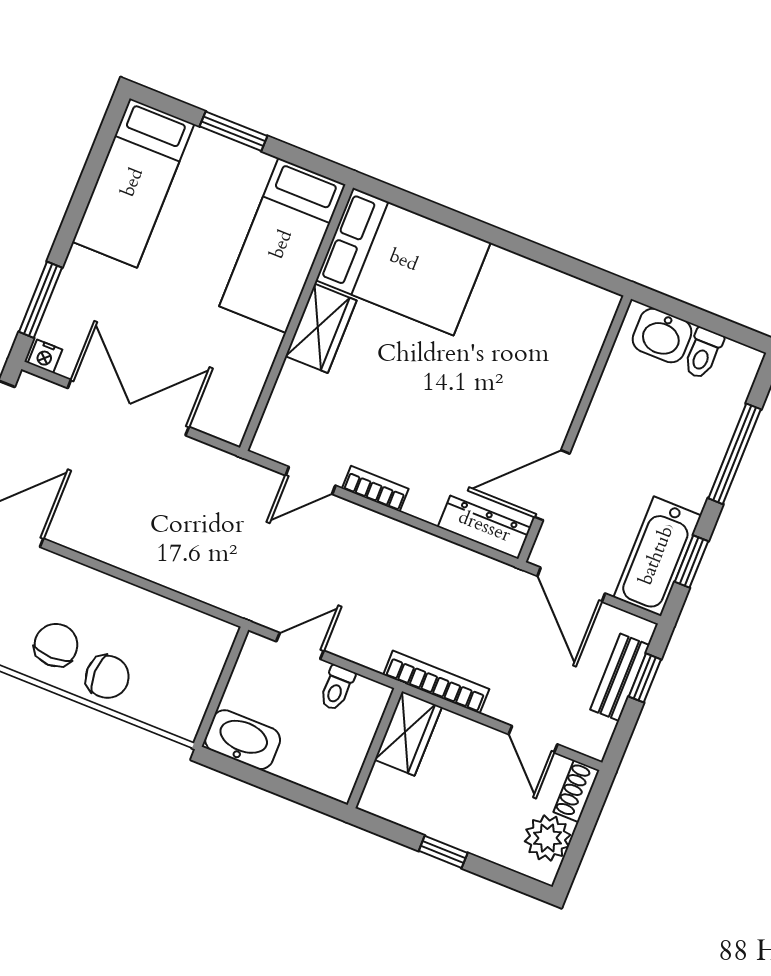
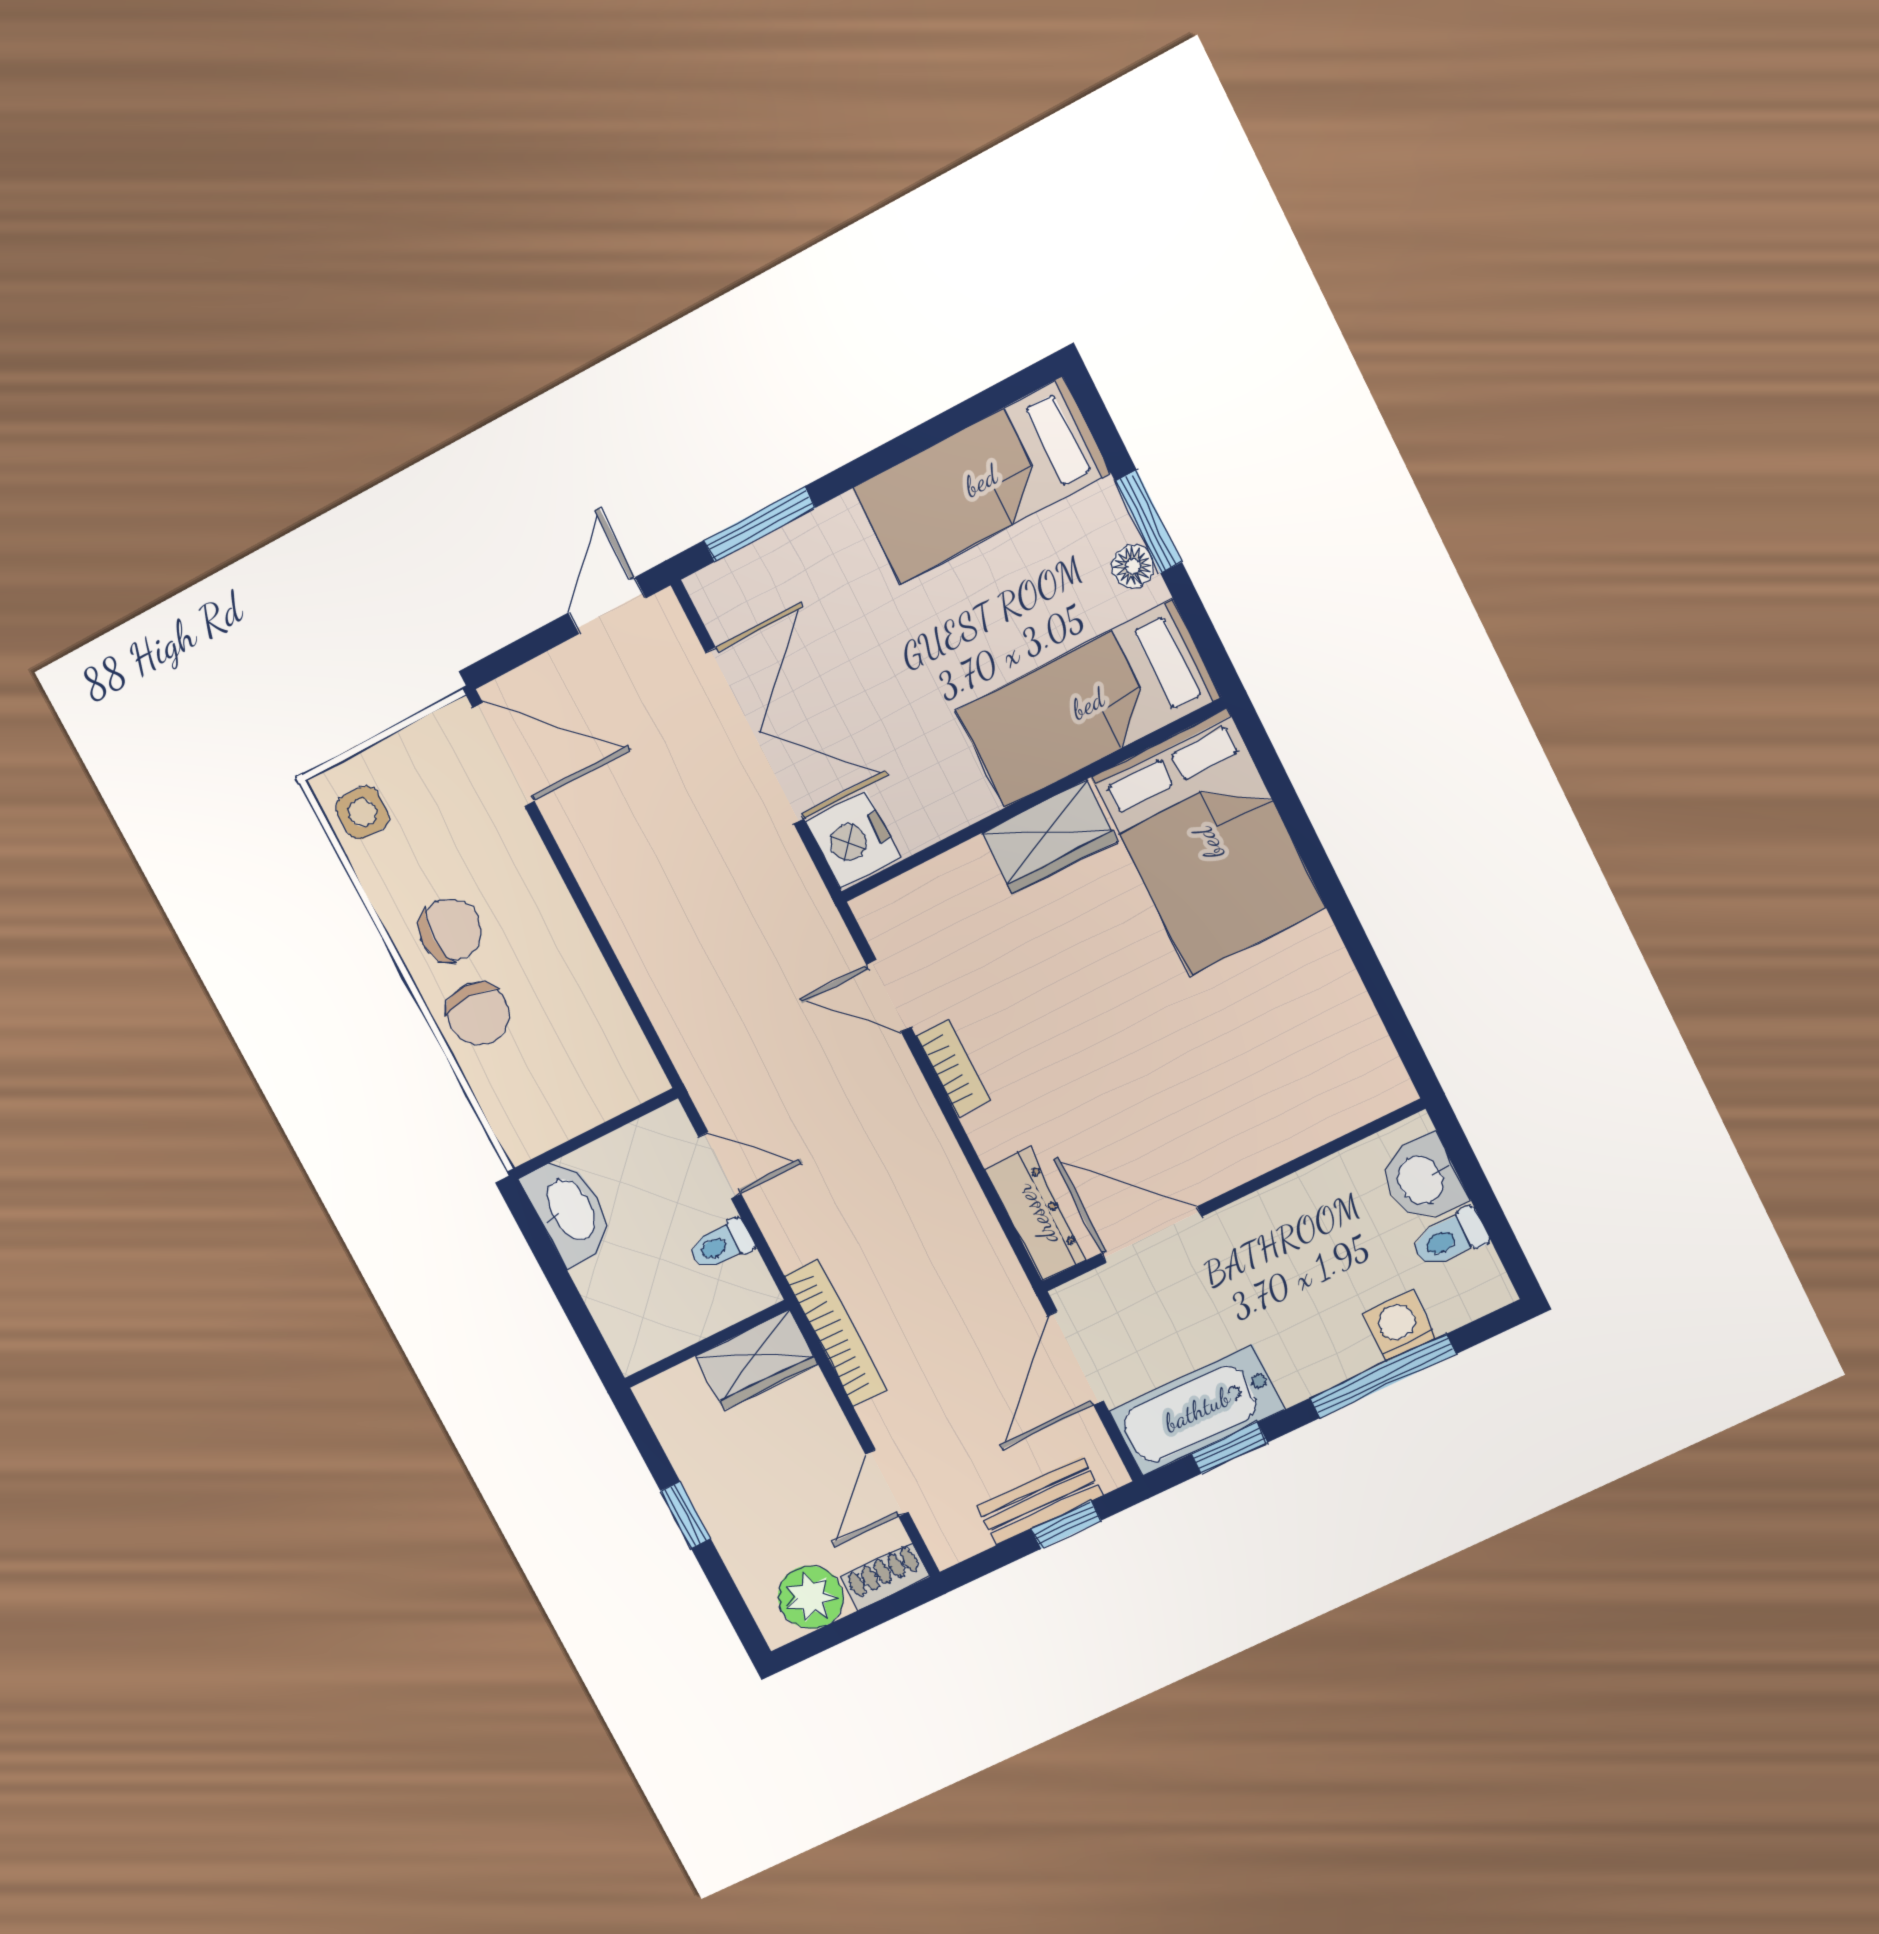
floor lamp: (245, 159) -> (1133, 566), added
nightstand: (45, 356) -> (853, 840), moved, width x1.89, depth x1.79
washing machine: (719, 421) -> (1399, 1326), added

